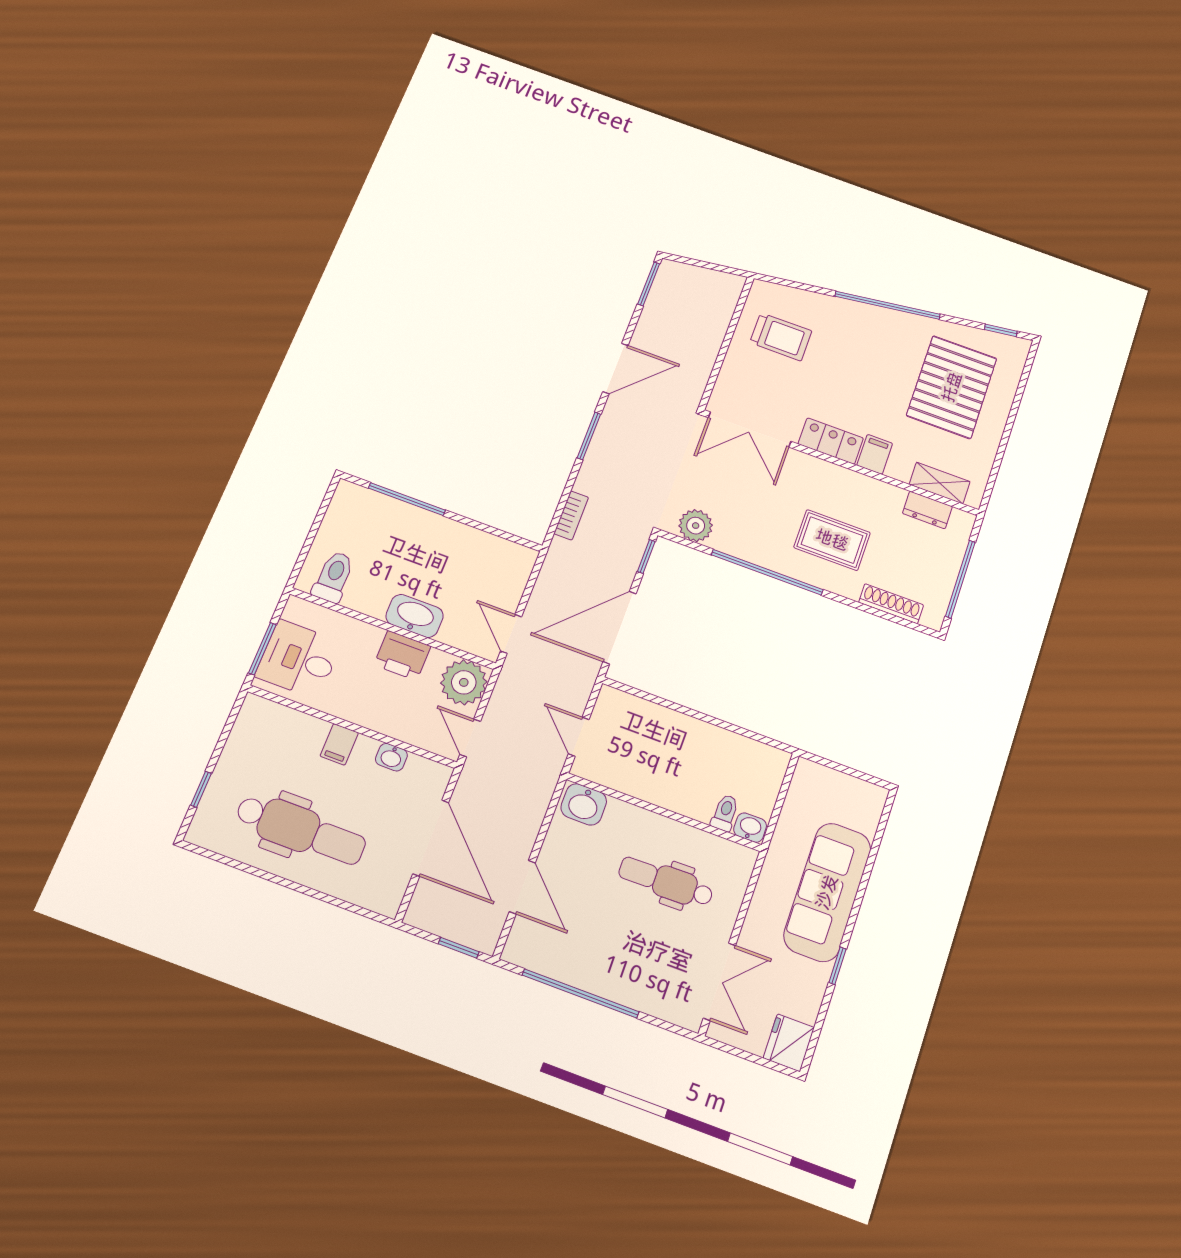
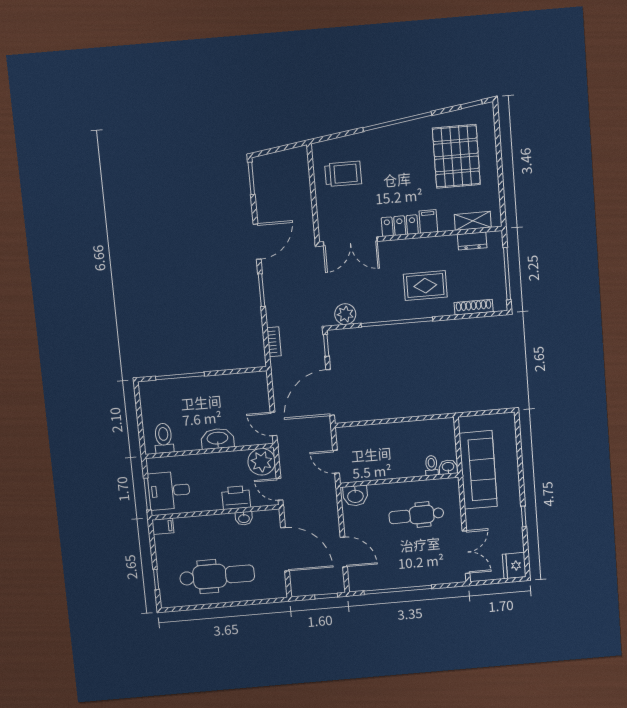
printer: (402, 655) -> (236, 498), moved, turned 180
filing cabinet: (339, 744) -> (163, 526), moved, turned -90
sofa: (827, 892) -> (478, 470), moved, turned 180

